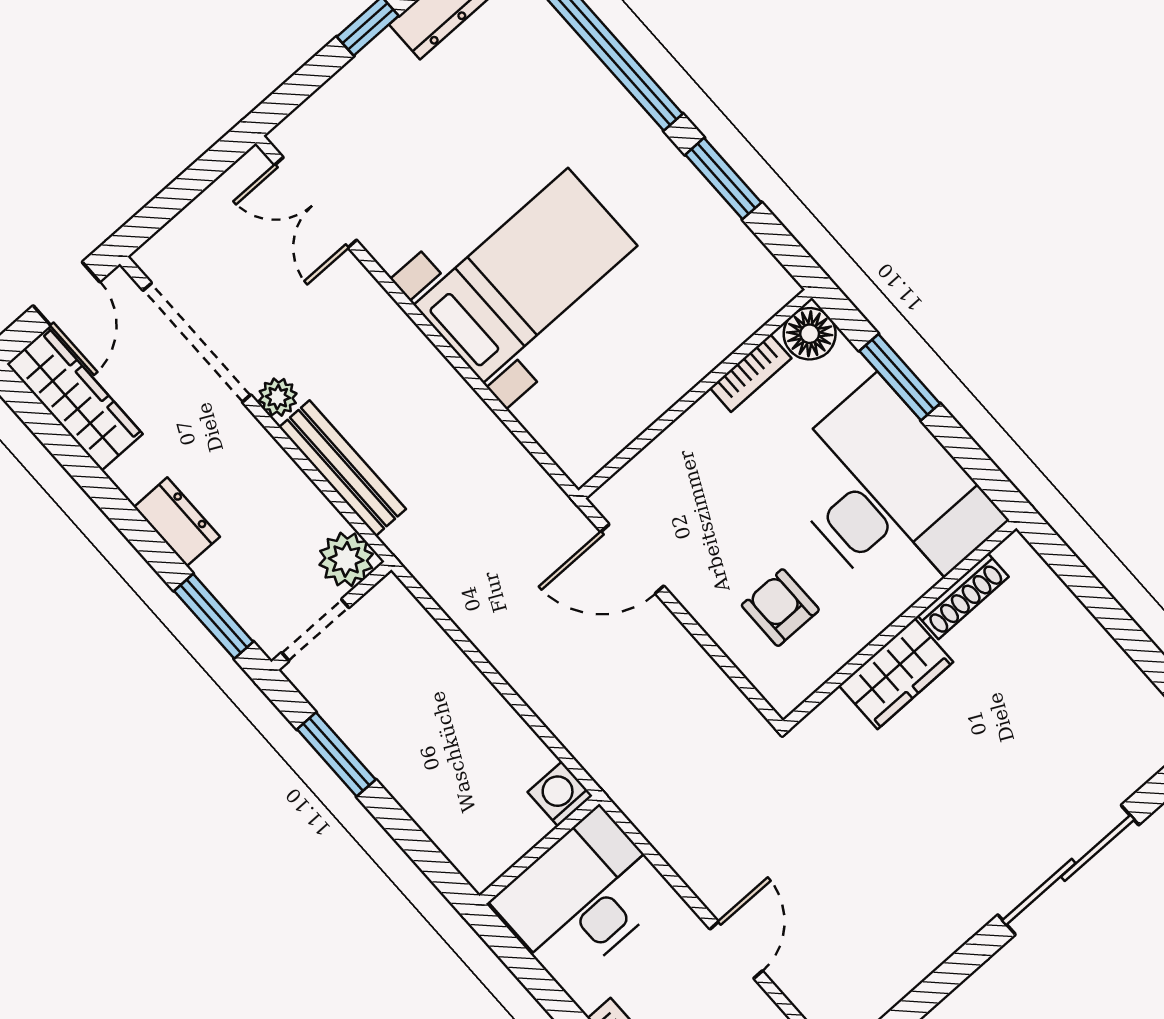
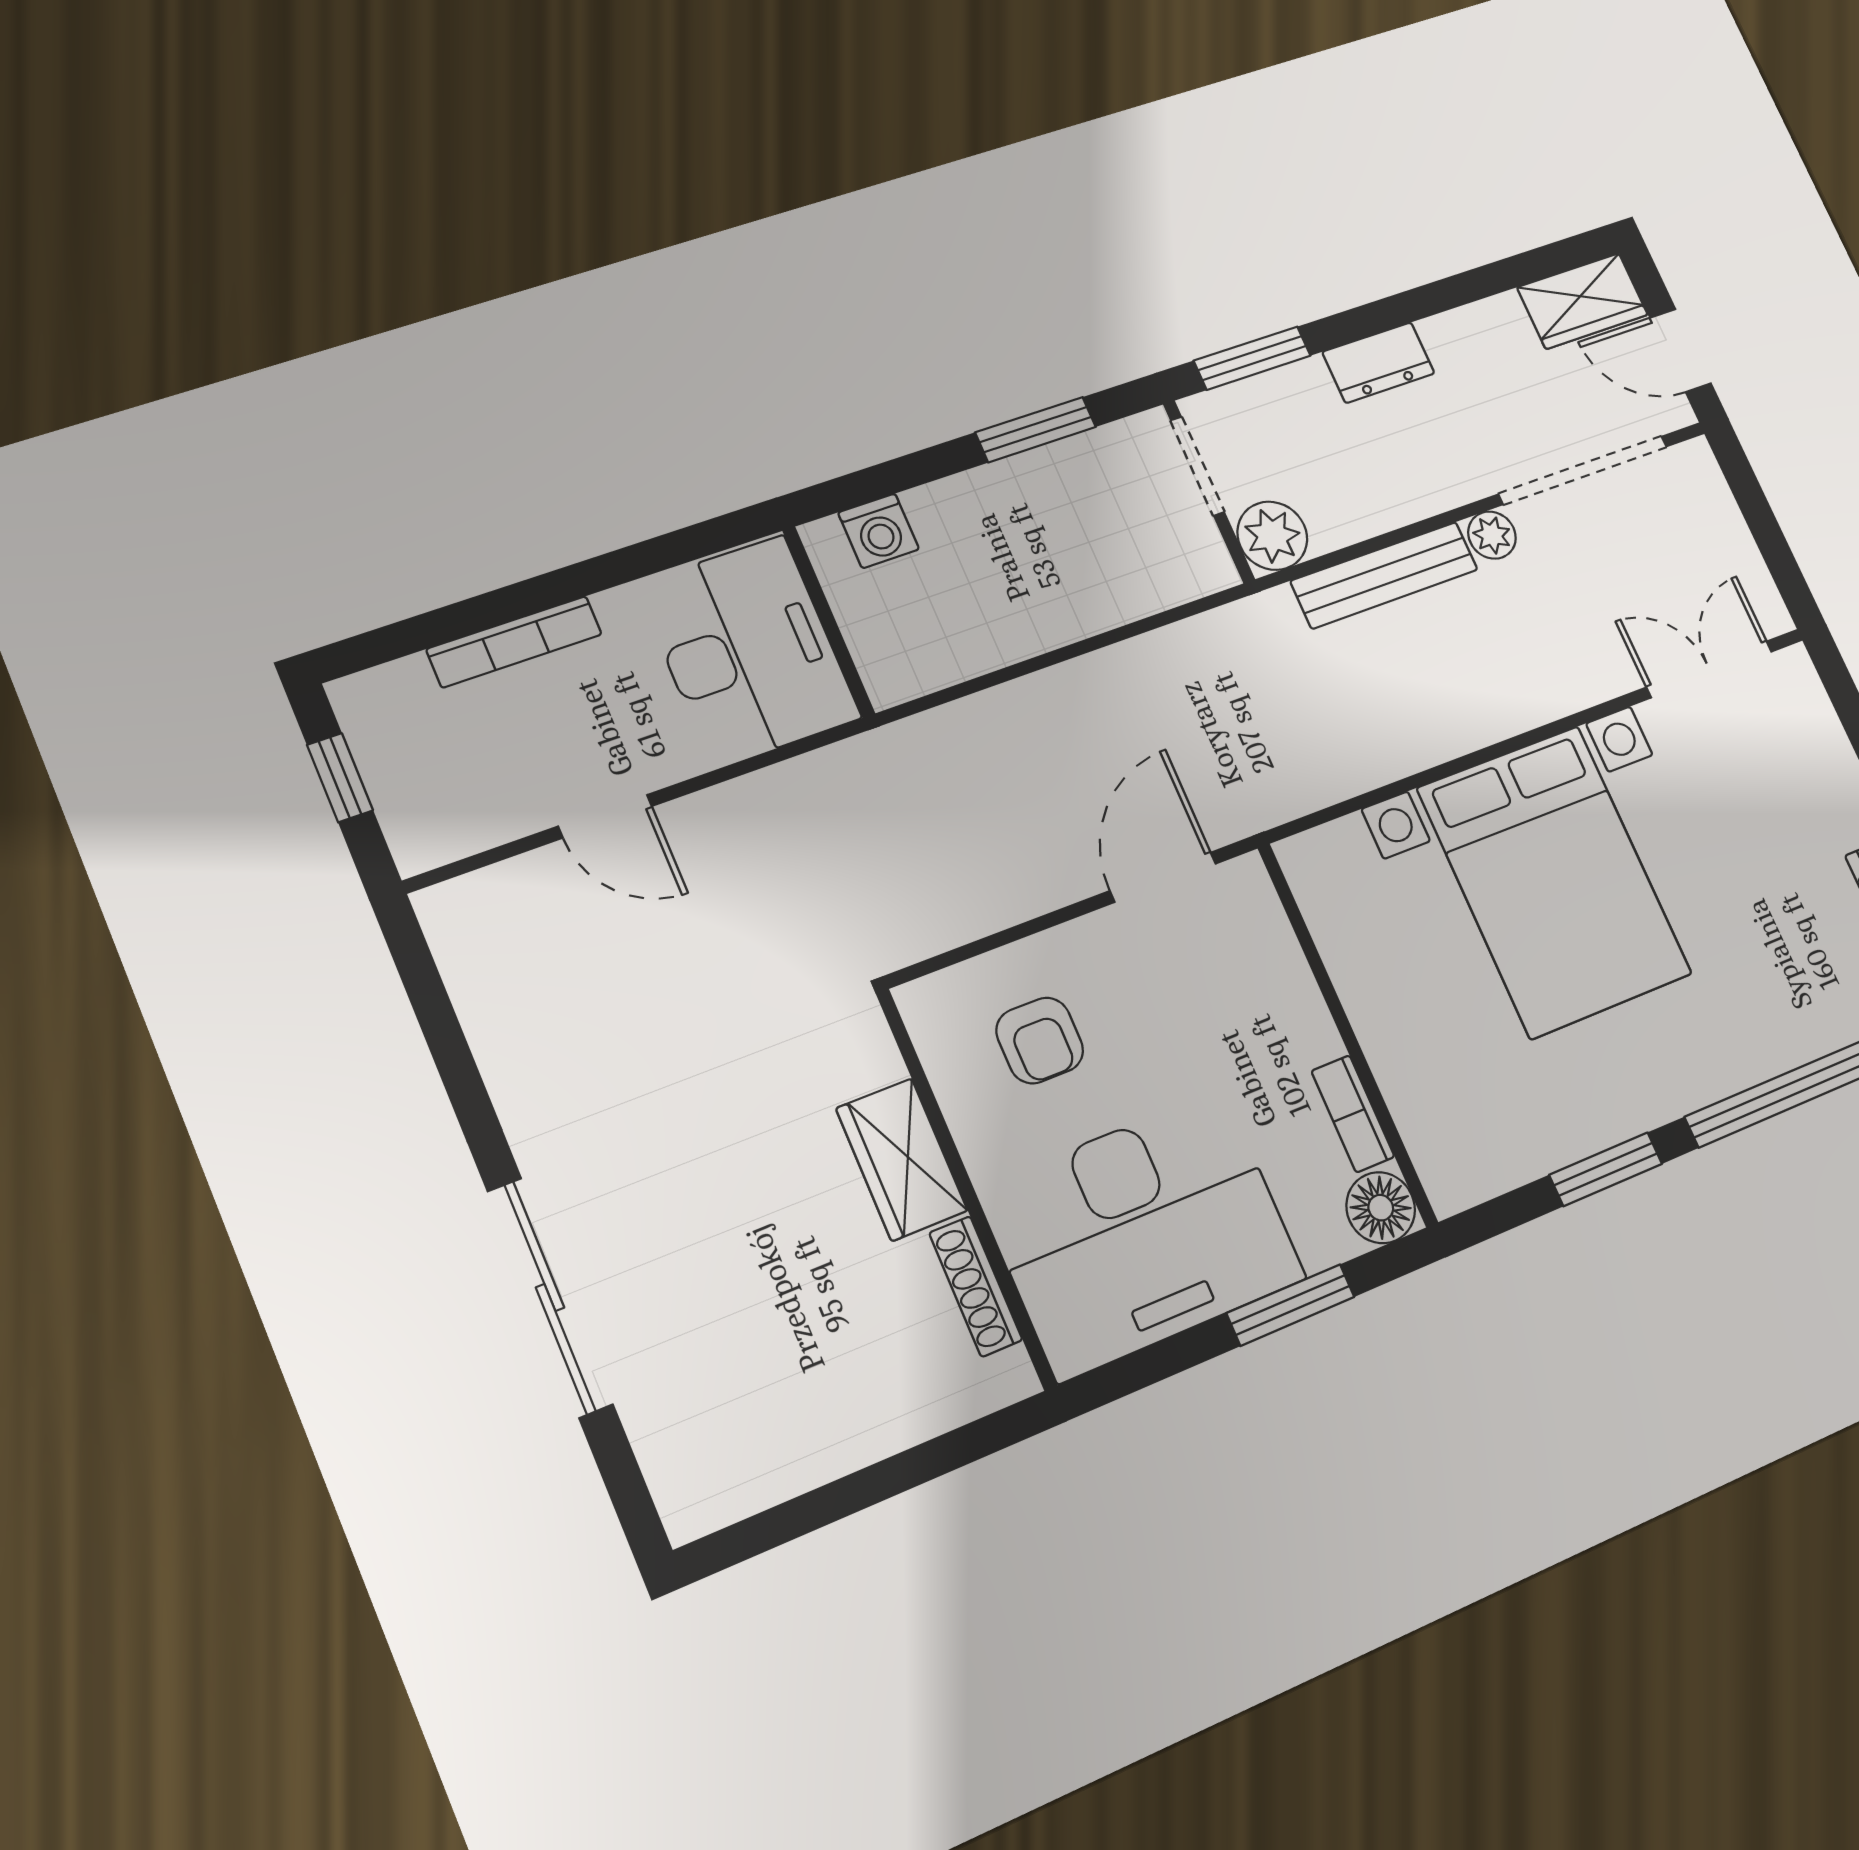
bed with nightstands: (525, 275) -> (1554, 881), width x1.36
wardrobe: (75, 399) -> (1583, 301), width x0.67
armchair: (780, 608) -> (1040, 1040), turned 90
washing machine: (560, 794) -> (879, 531), moved, turned 90

